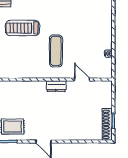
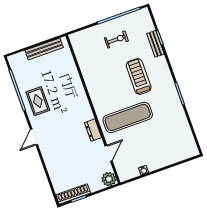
exercise mat: (56, 51) -> (128, 117), width x1.36, depth x1.45
plant: (105, 88) -> (109, 179), added

